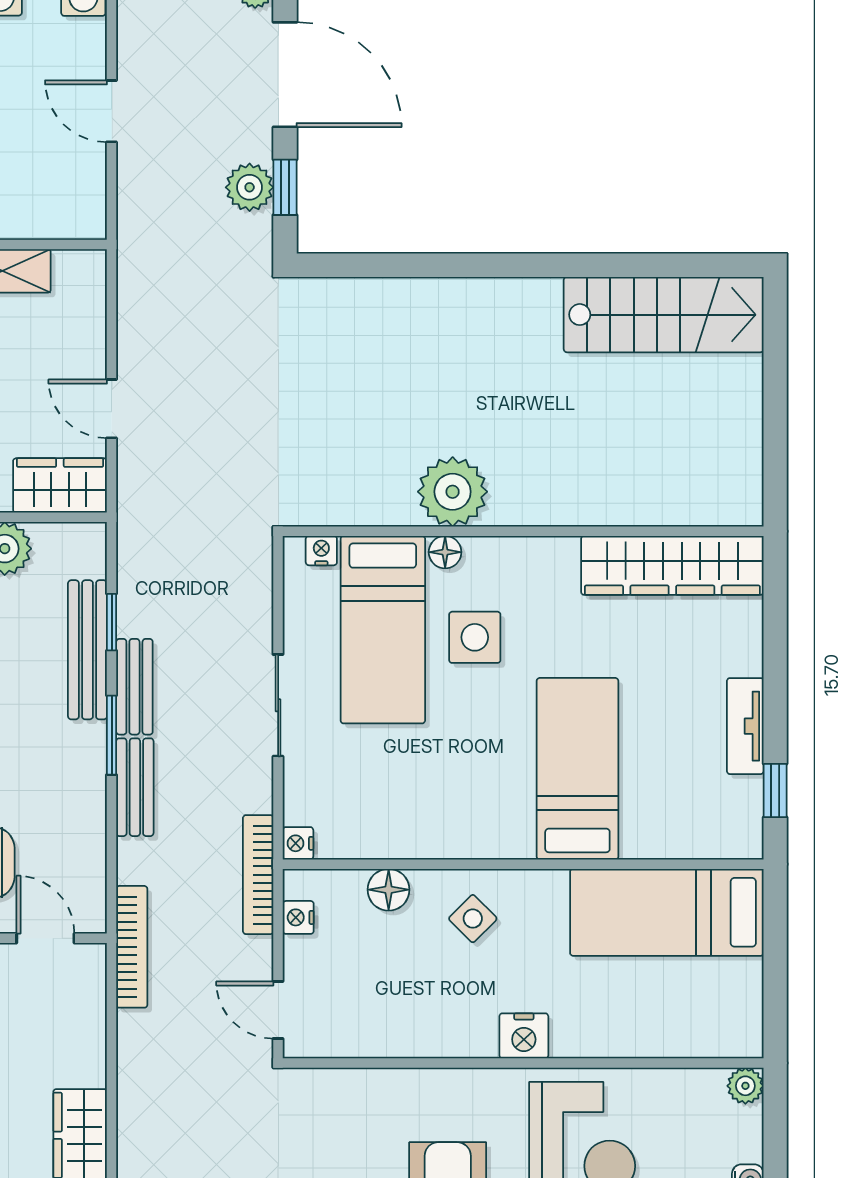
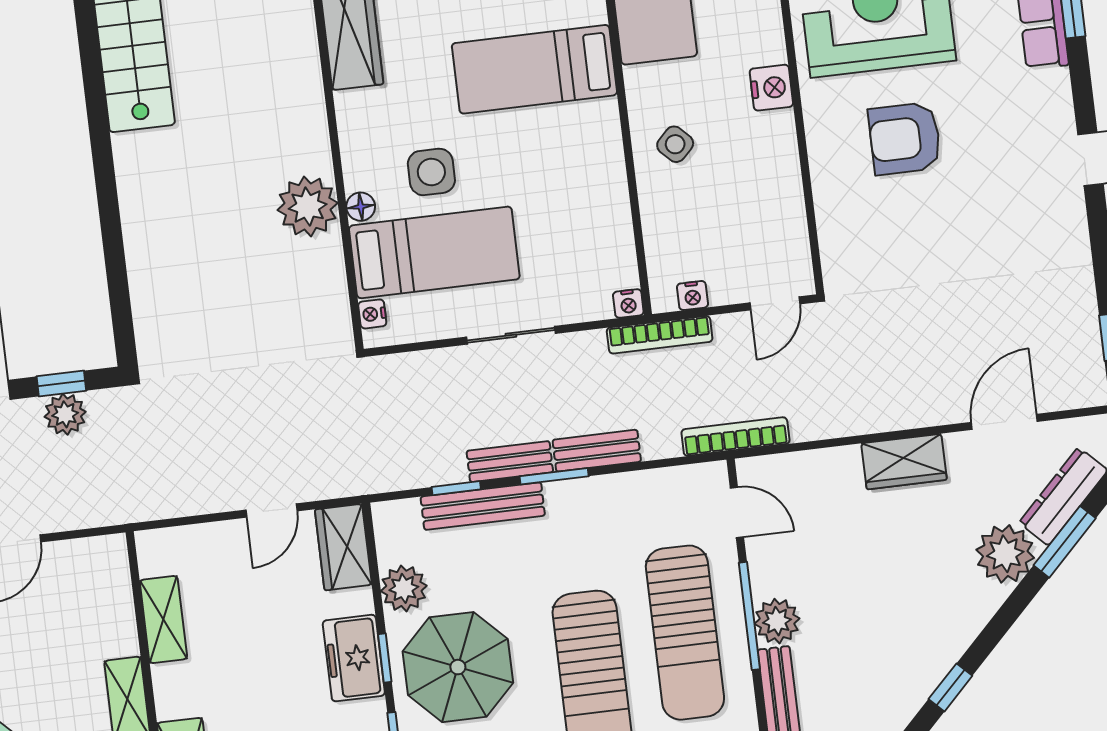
floor lamp: (389, 890) -> (659, 220), removed
door: (45, 938) -> (737, 512), swing flipped

